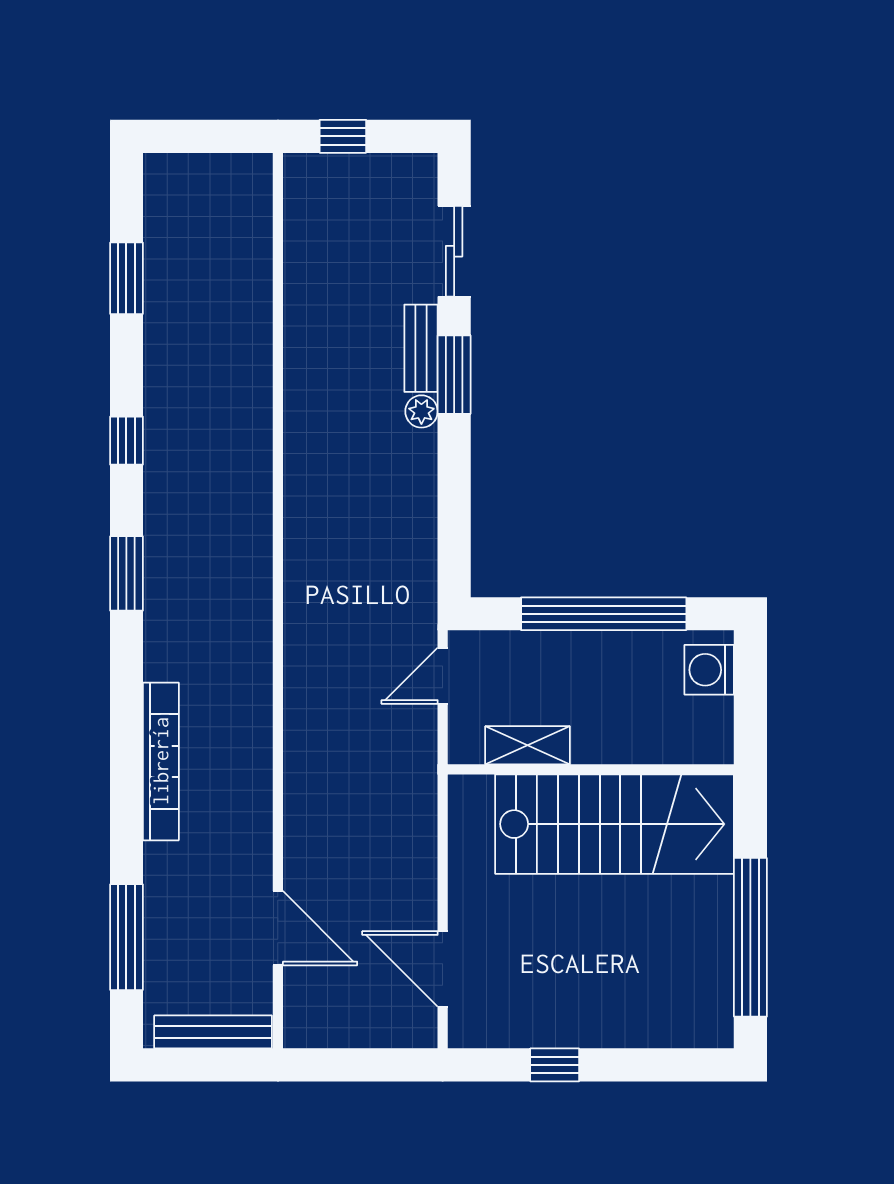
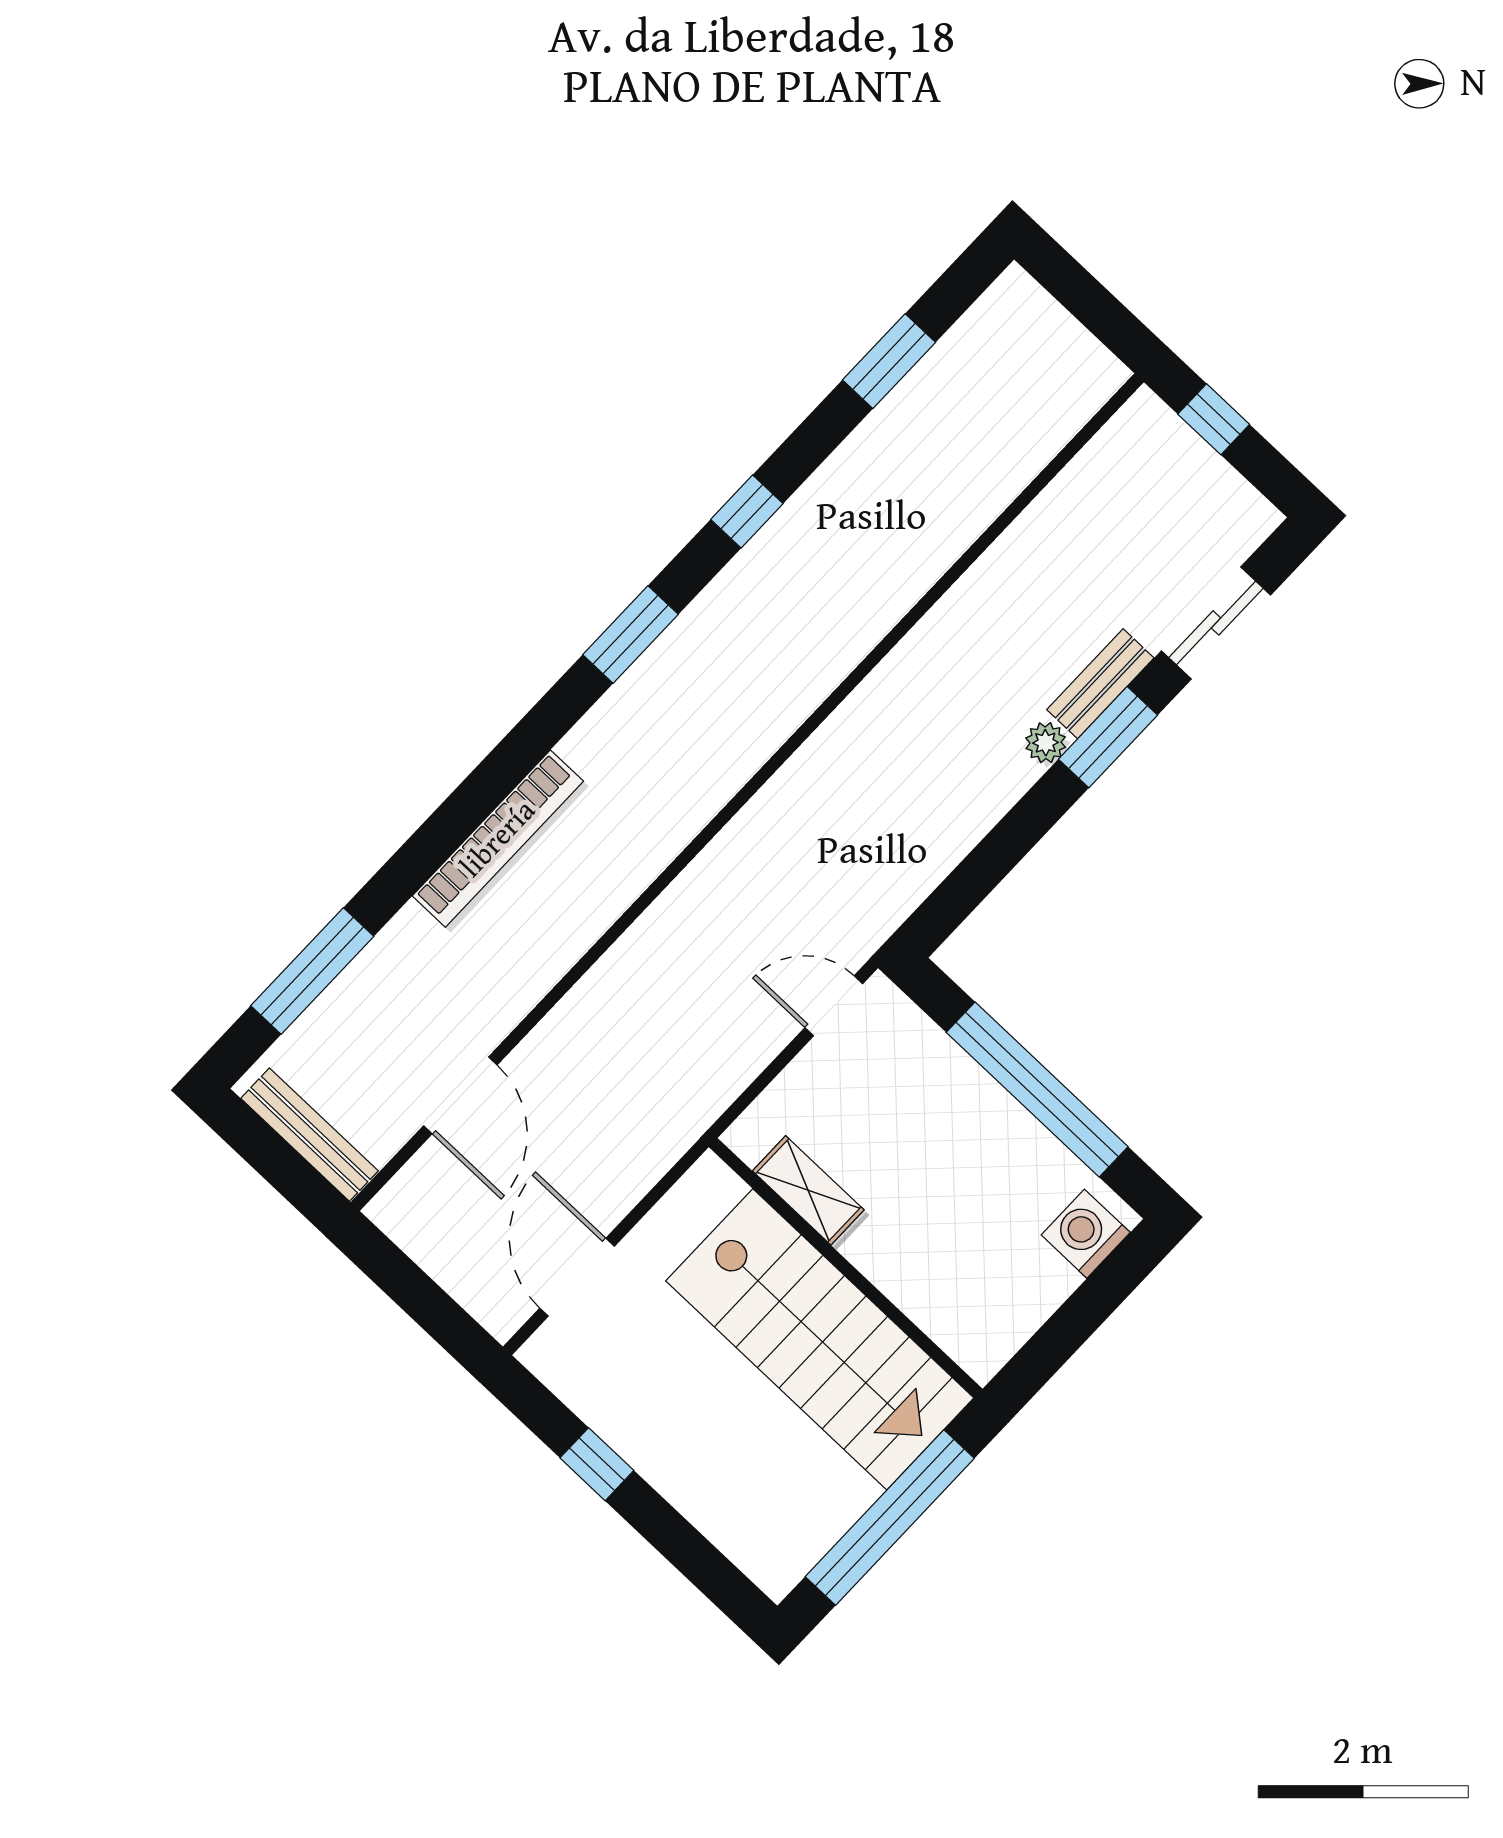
shelving: (528, 745) -> (808, 1190), moved
wall: (591, 769) -> (846, 1268), moved
stairs: (614, 824) -> (820, 1339), moved

